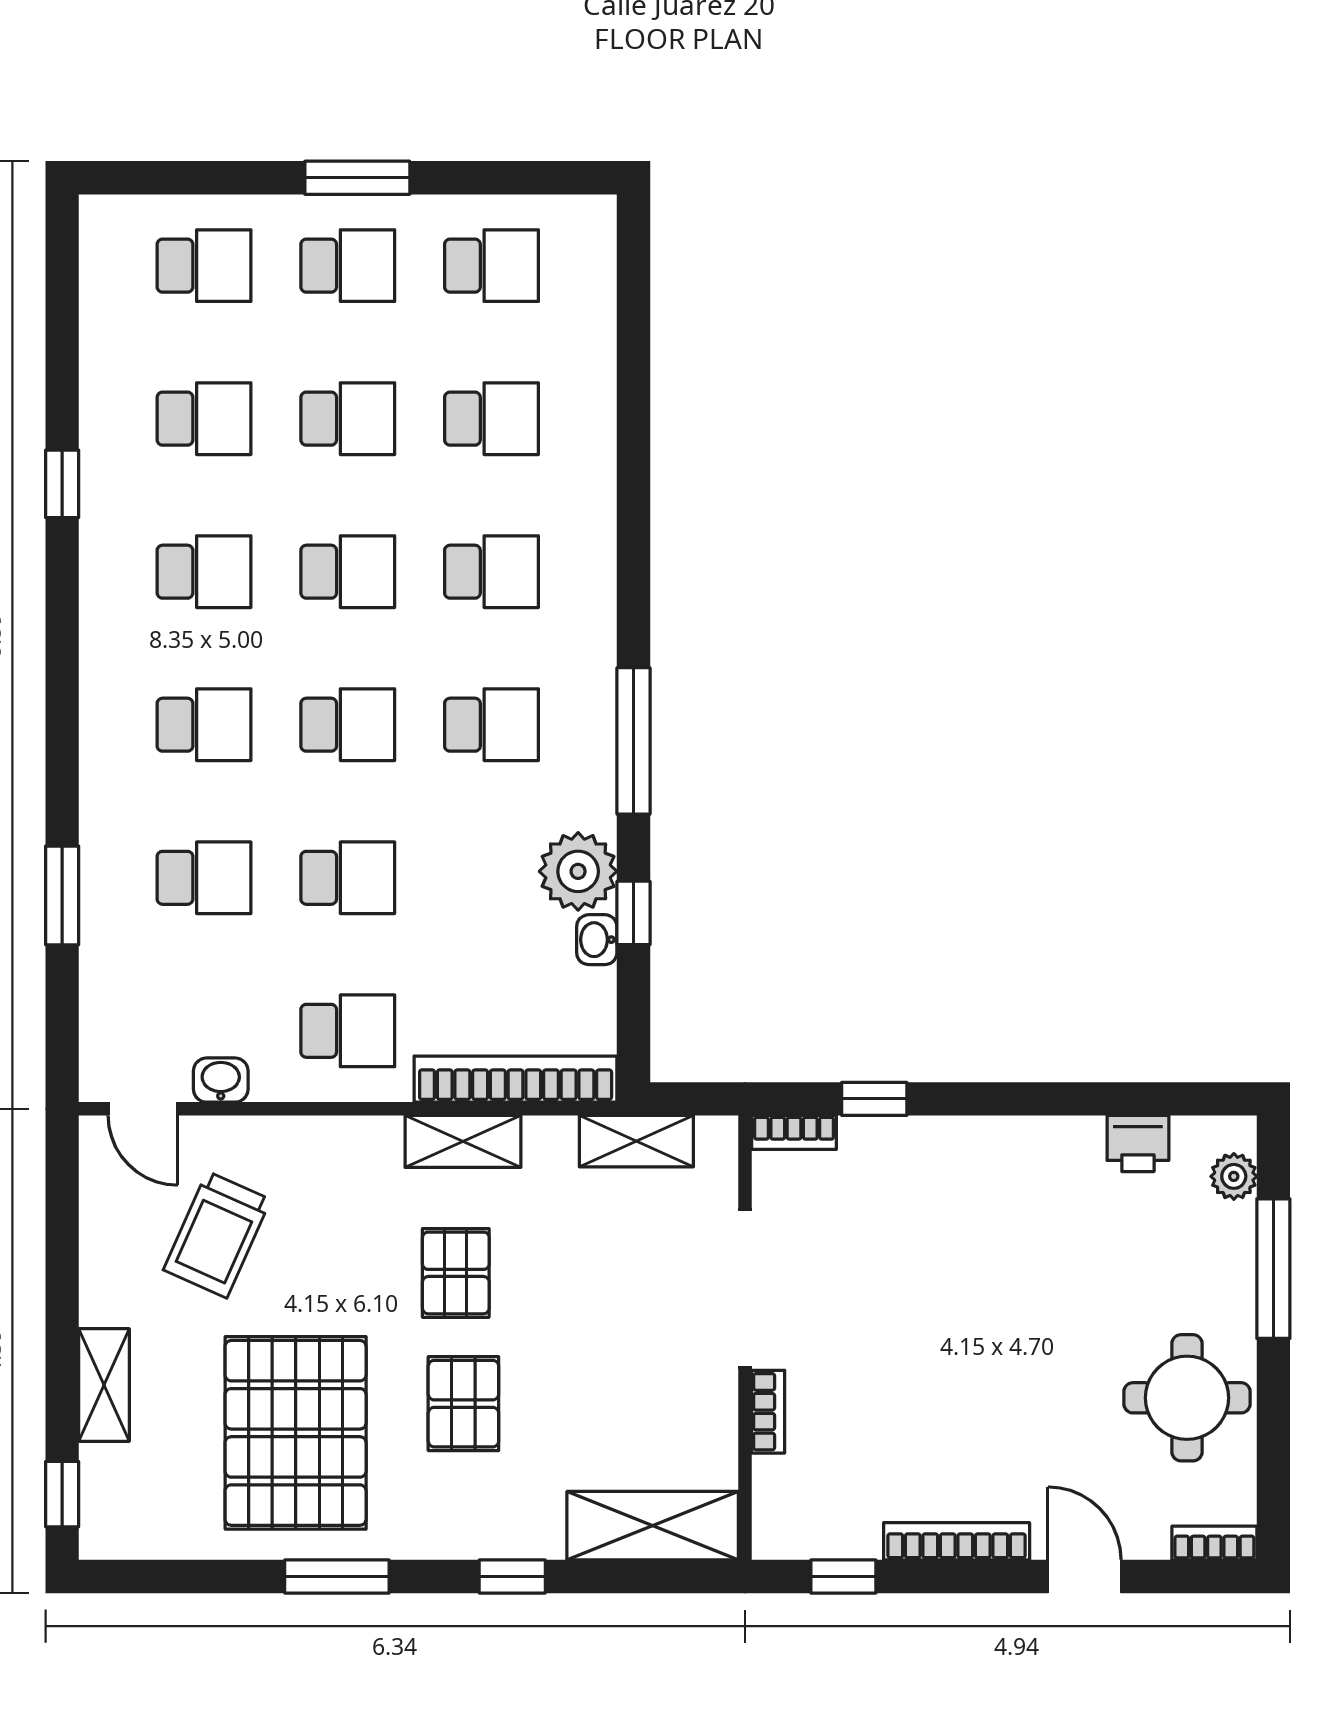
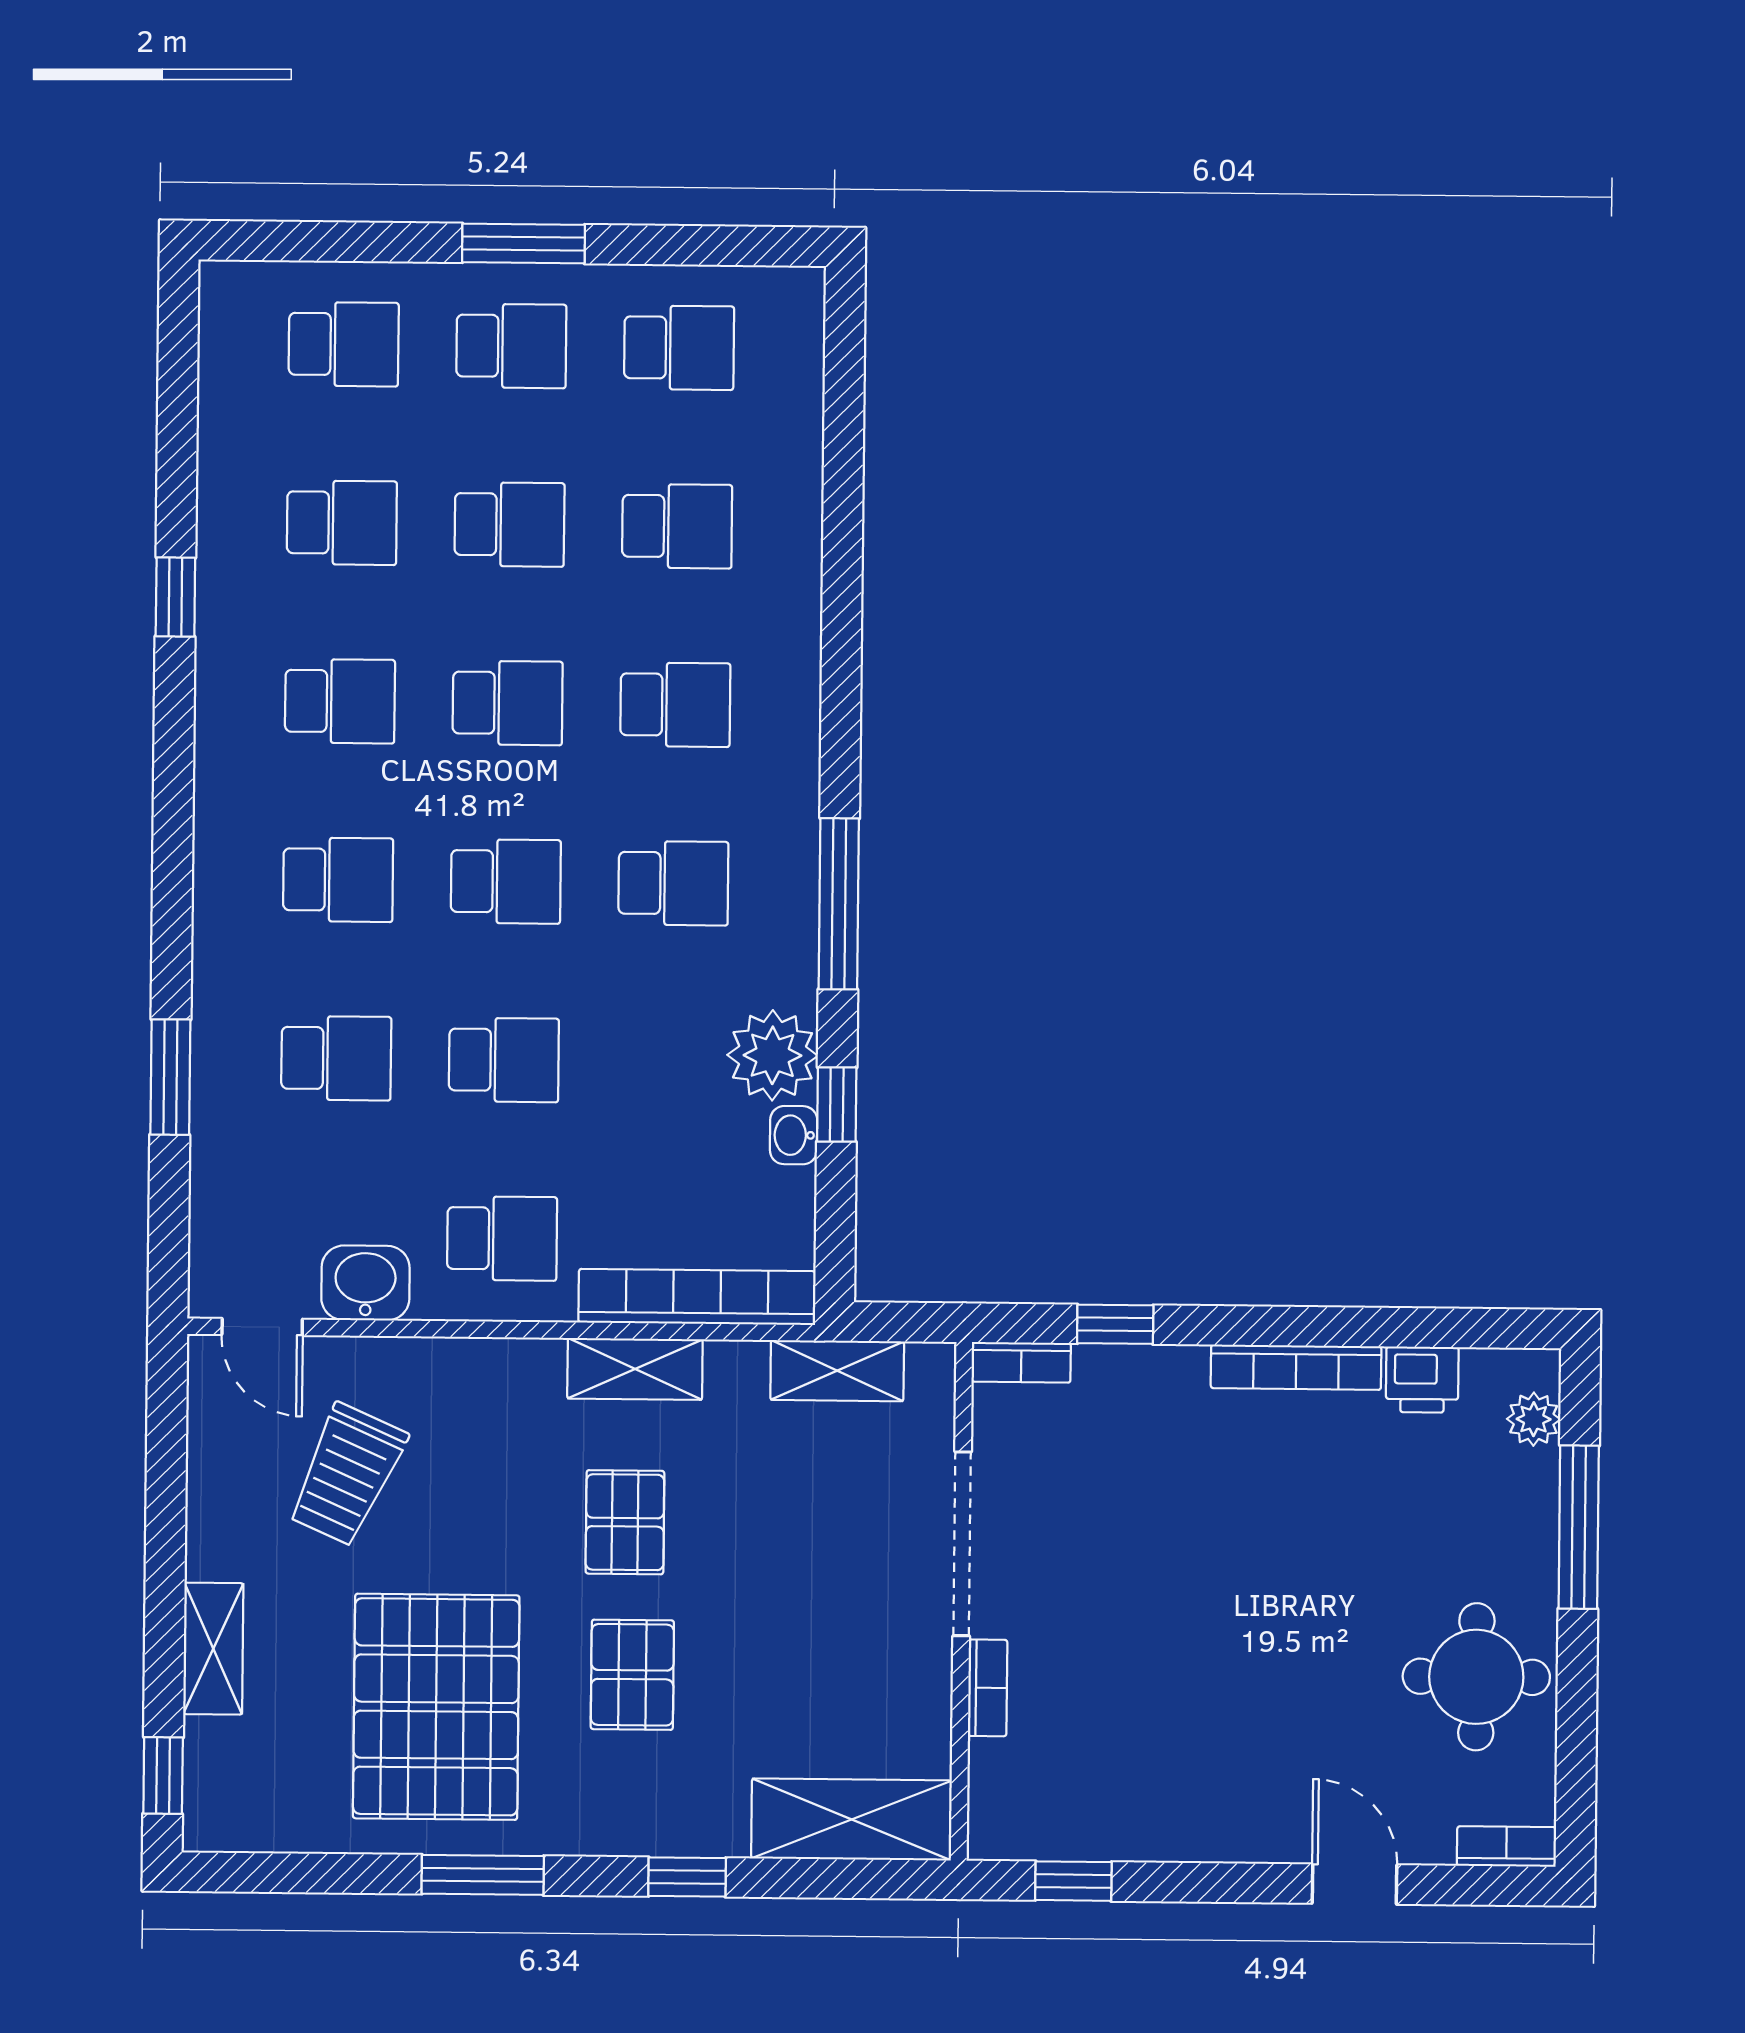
washbasin: (221, 1080) -> (365, 1283), width x1.38, depth x1.45
bookcase: (957, 1541) -> (1296, 1367), moved, turned 180

